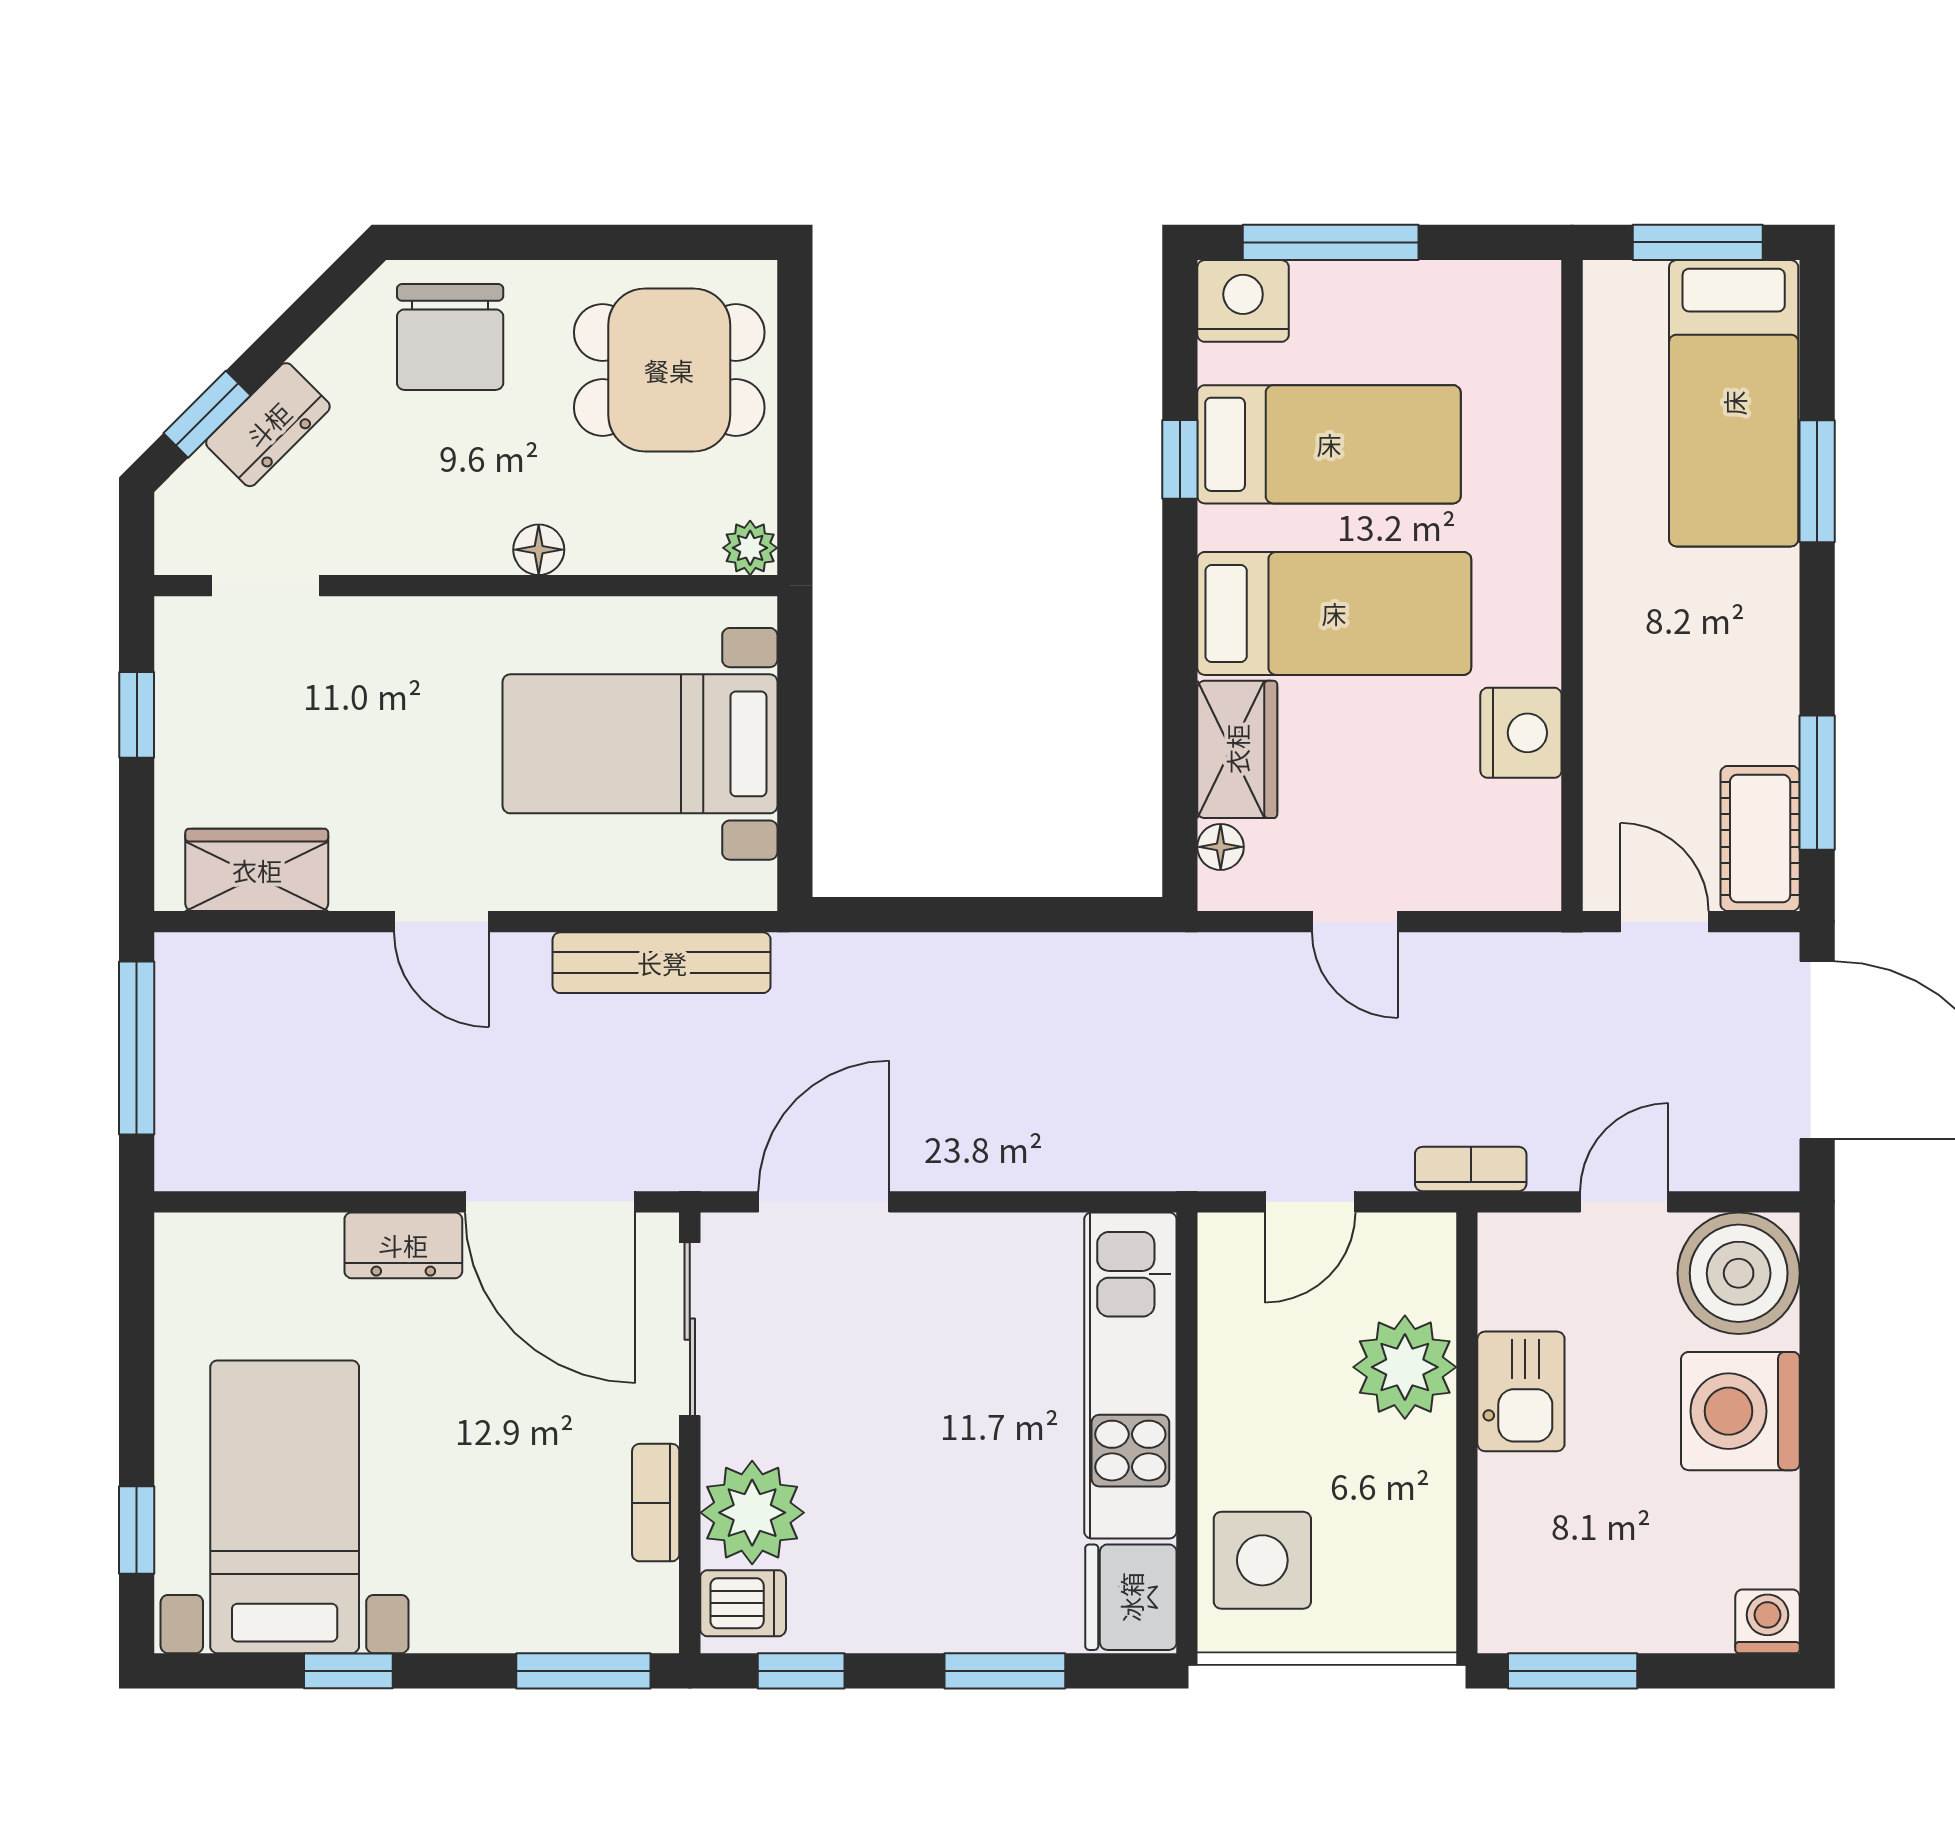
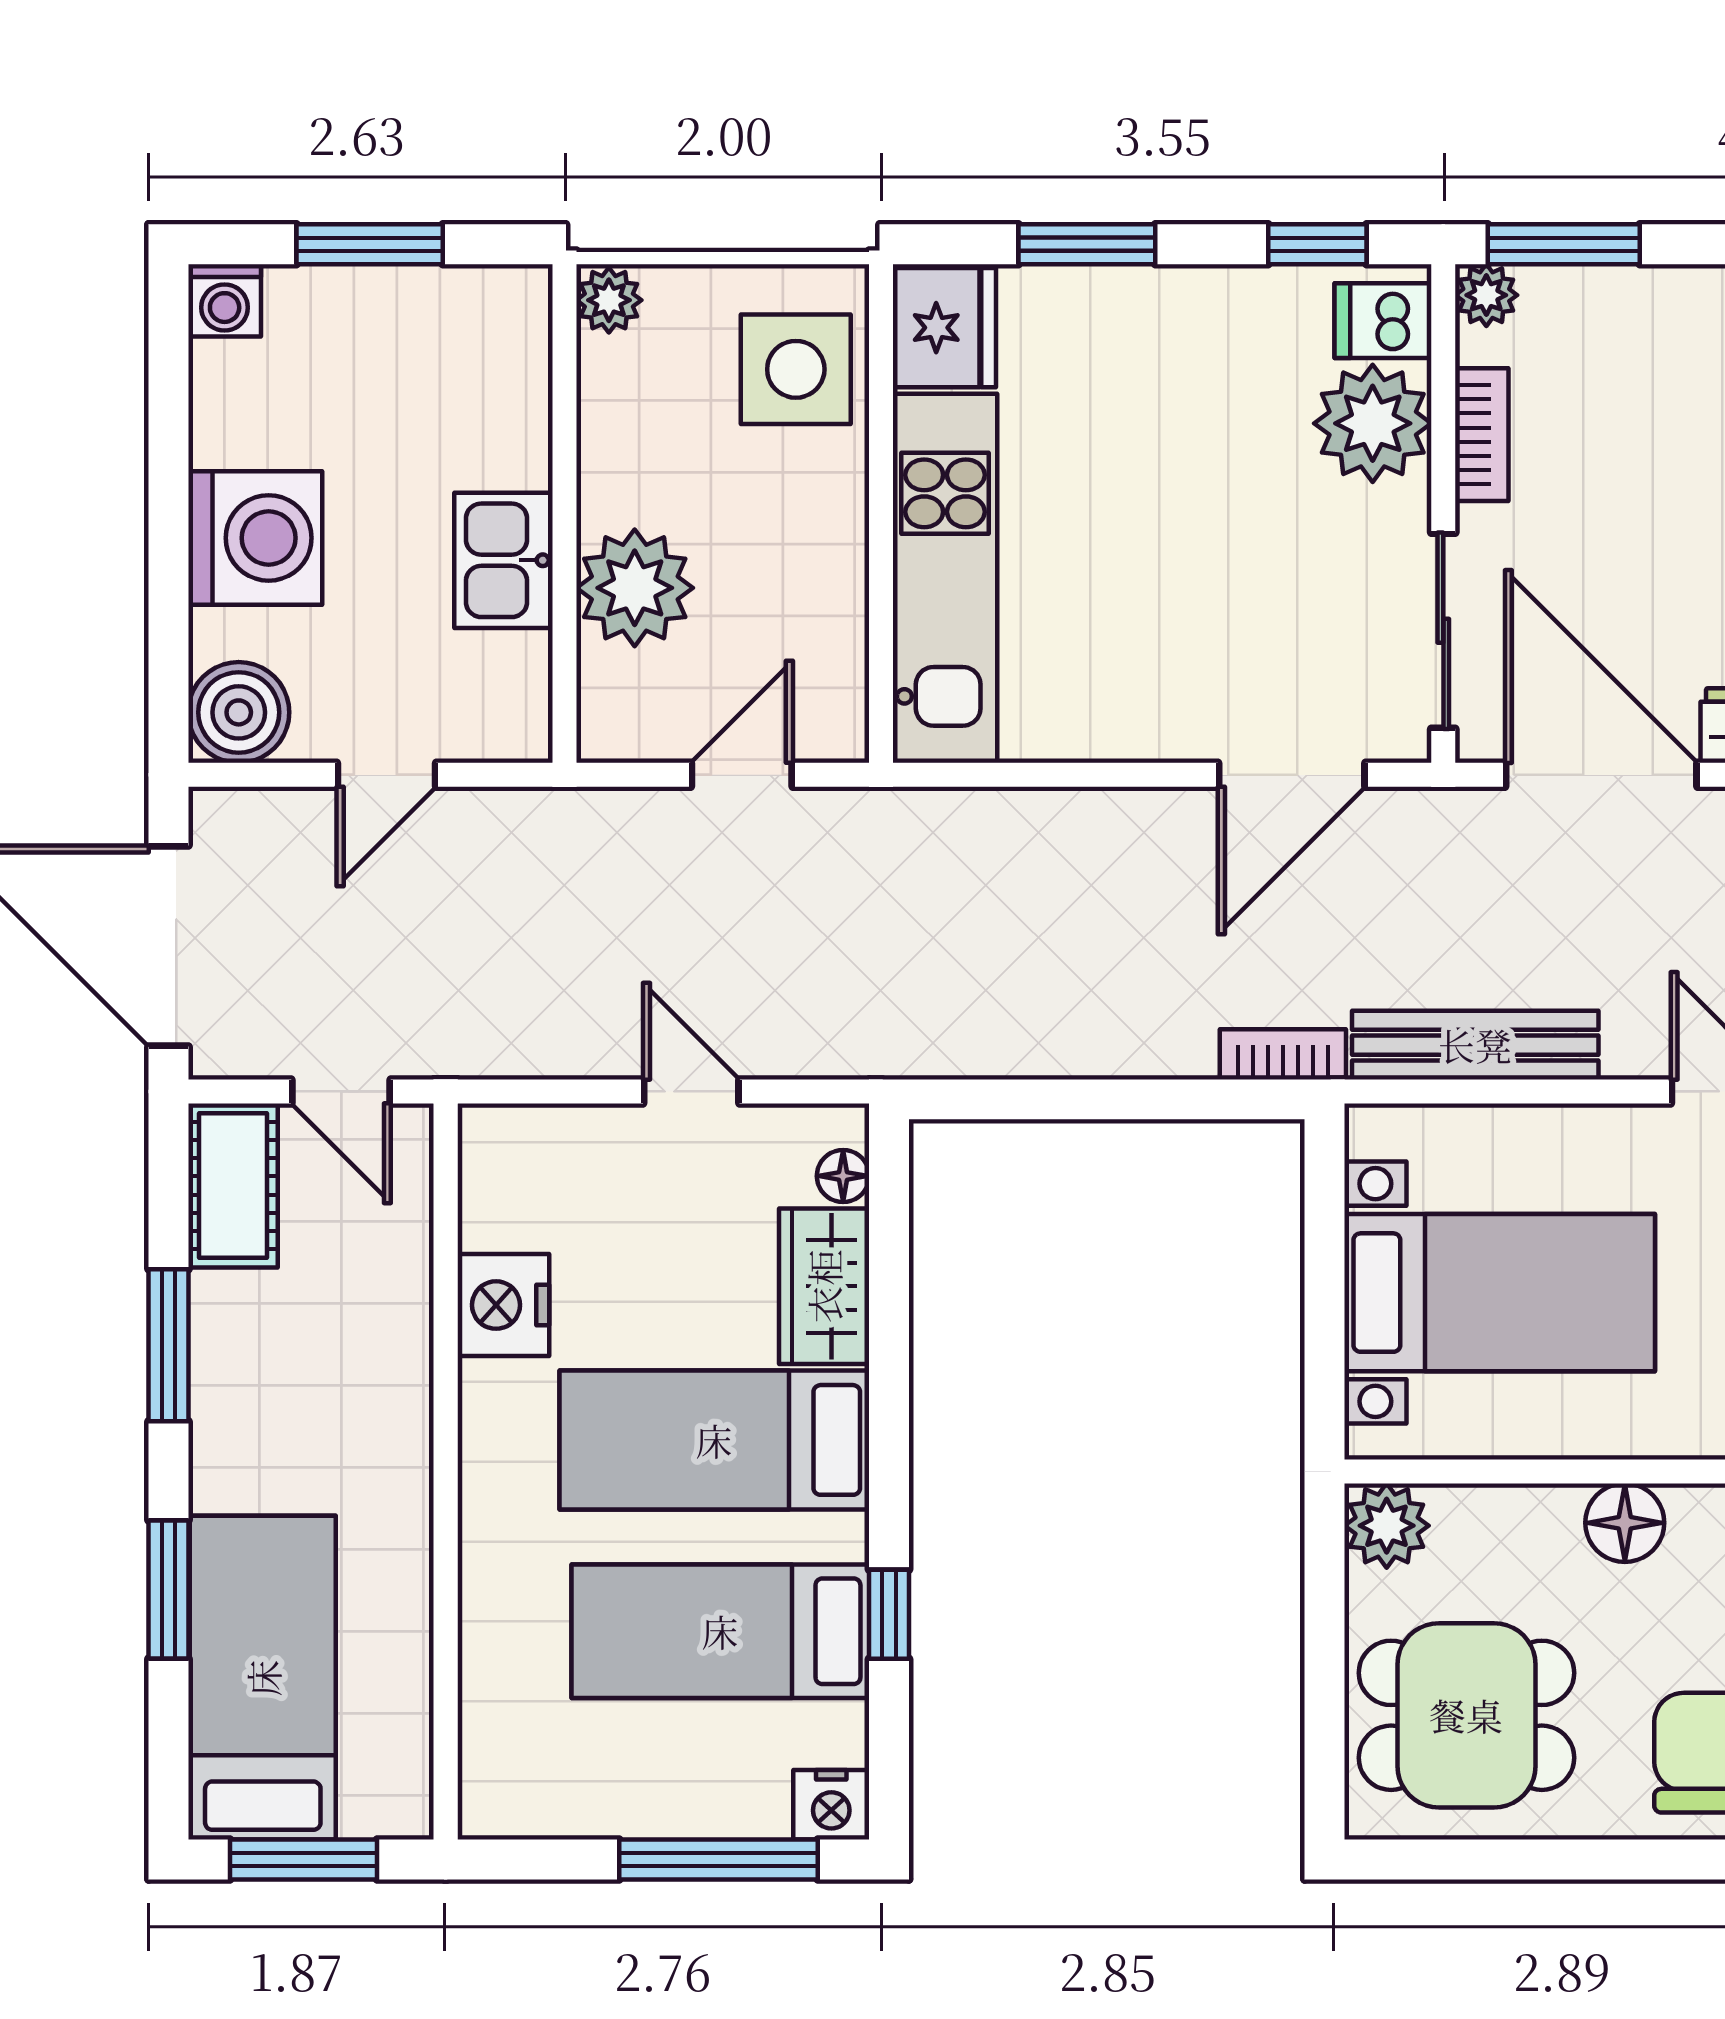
nightstand: (1243, 301) -> (831, 1805), width x0.74, depth x0.75
plant: (750, 548) -> (1387, 1526), width x1.38, depth x1.38
floor lamp: (539, 550) -> (1625, 1523), width x1.37, depth x1.37
window: (1817, 783) -> (168, 1345), moved
bookcase: (1471, 1169) -> (1283, 1054), moved, turned 180
boiler: (1739, 1273) -> (239, 712), width x0.73, depth x0.73
plant: (1428, 1621) -> (609, 300), added
plant: (652, 1626) -> (1486, 295), added
window: (1573, 1671) -> (370, 244), moved

